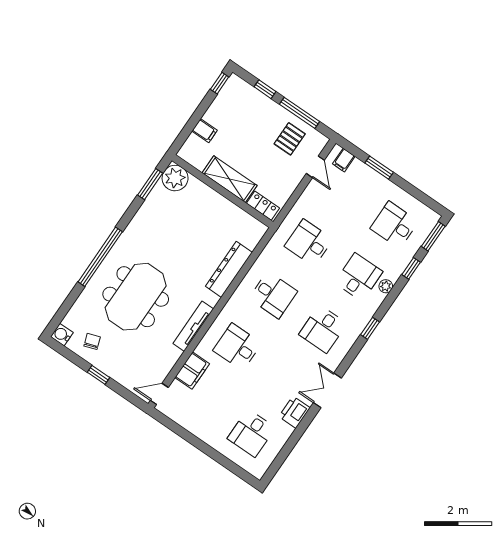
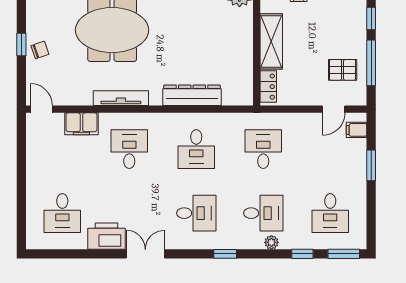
desk: (394, 225) -> (330, 213), turned 180
desk: (323, 329) -> (196, 213), turned 180
chair: (92, 341) -> (40, 50), moved
printer: (294, 412) -> (107, 236), width x1.37, depth x1.19
desk: (251, 433) -> (62, 213), turned -90

